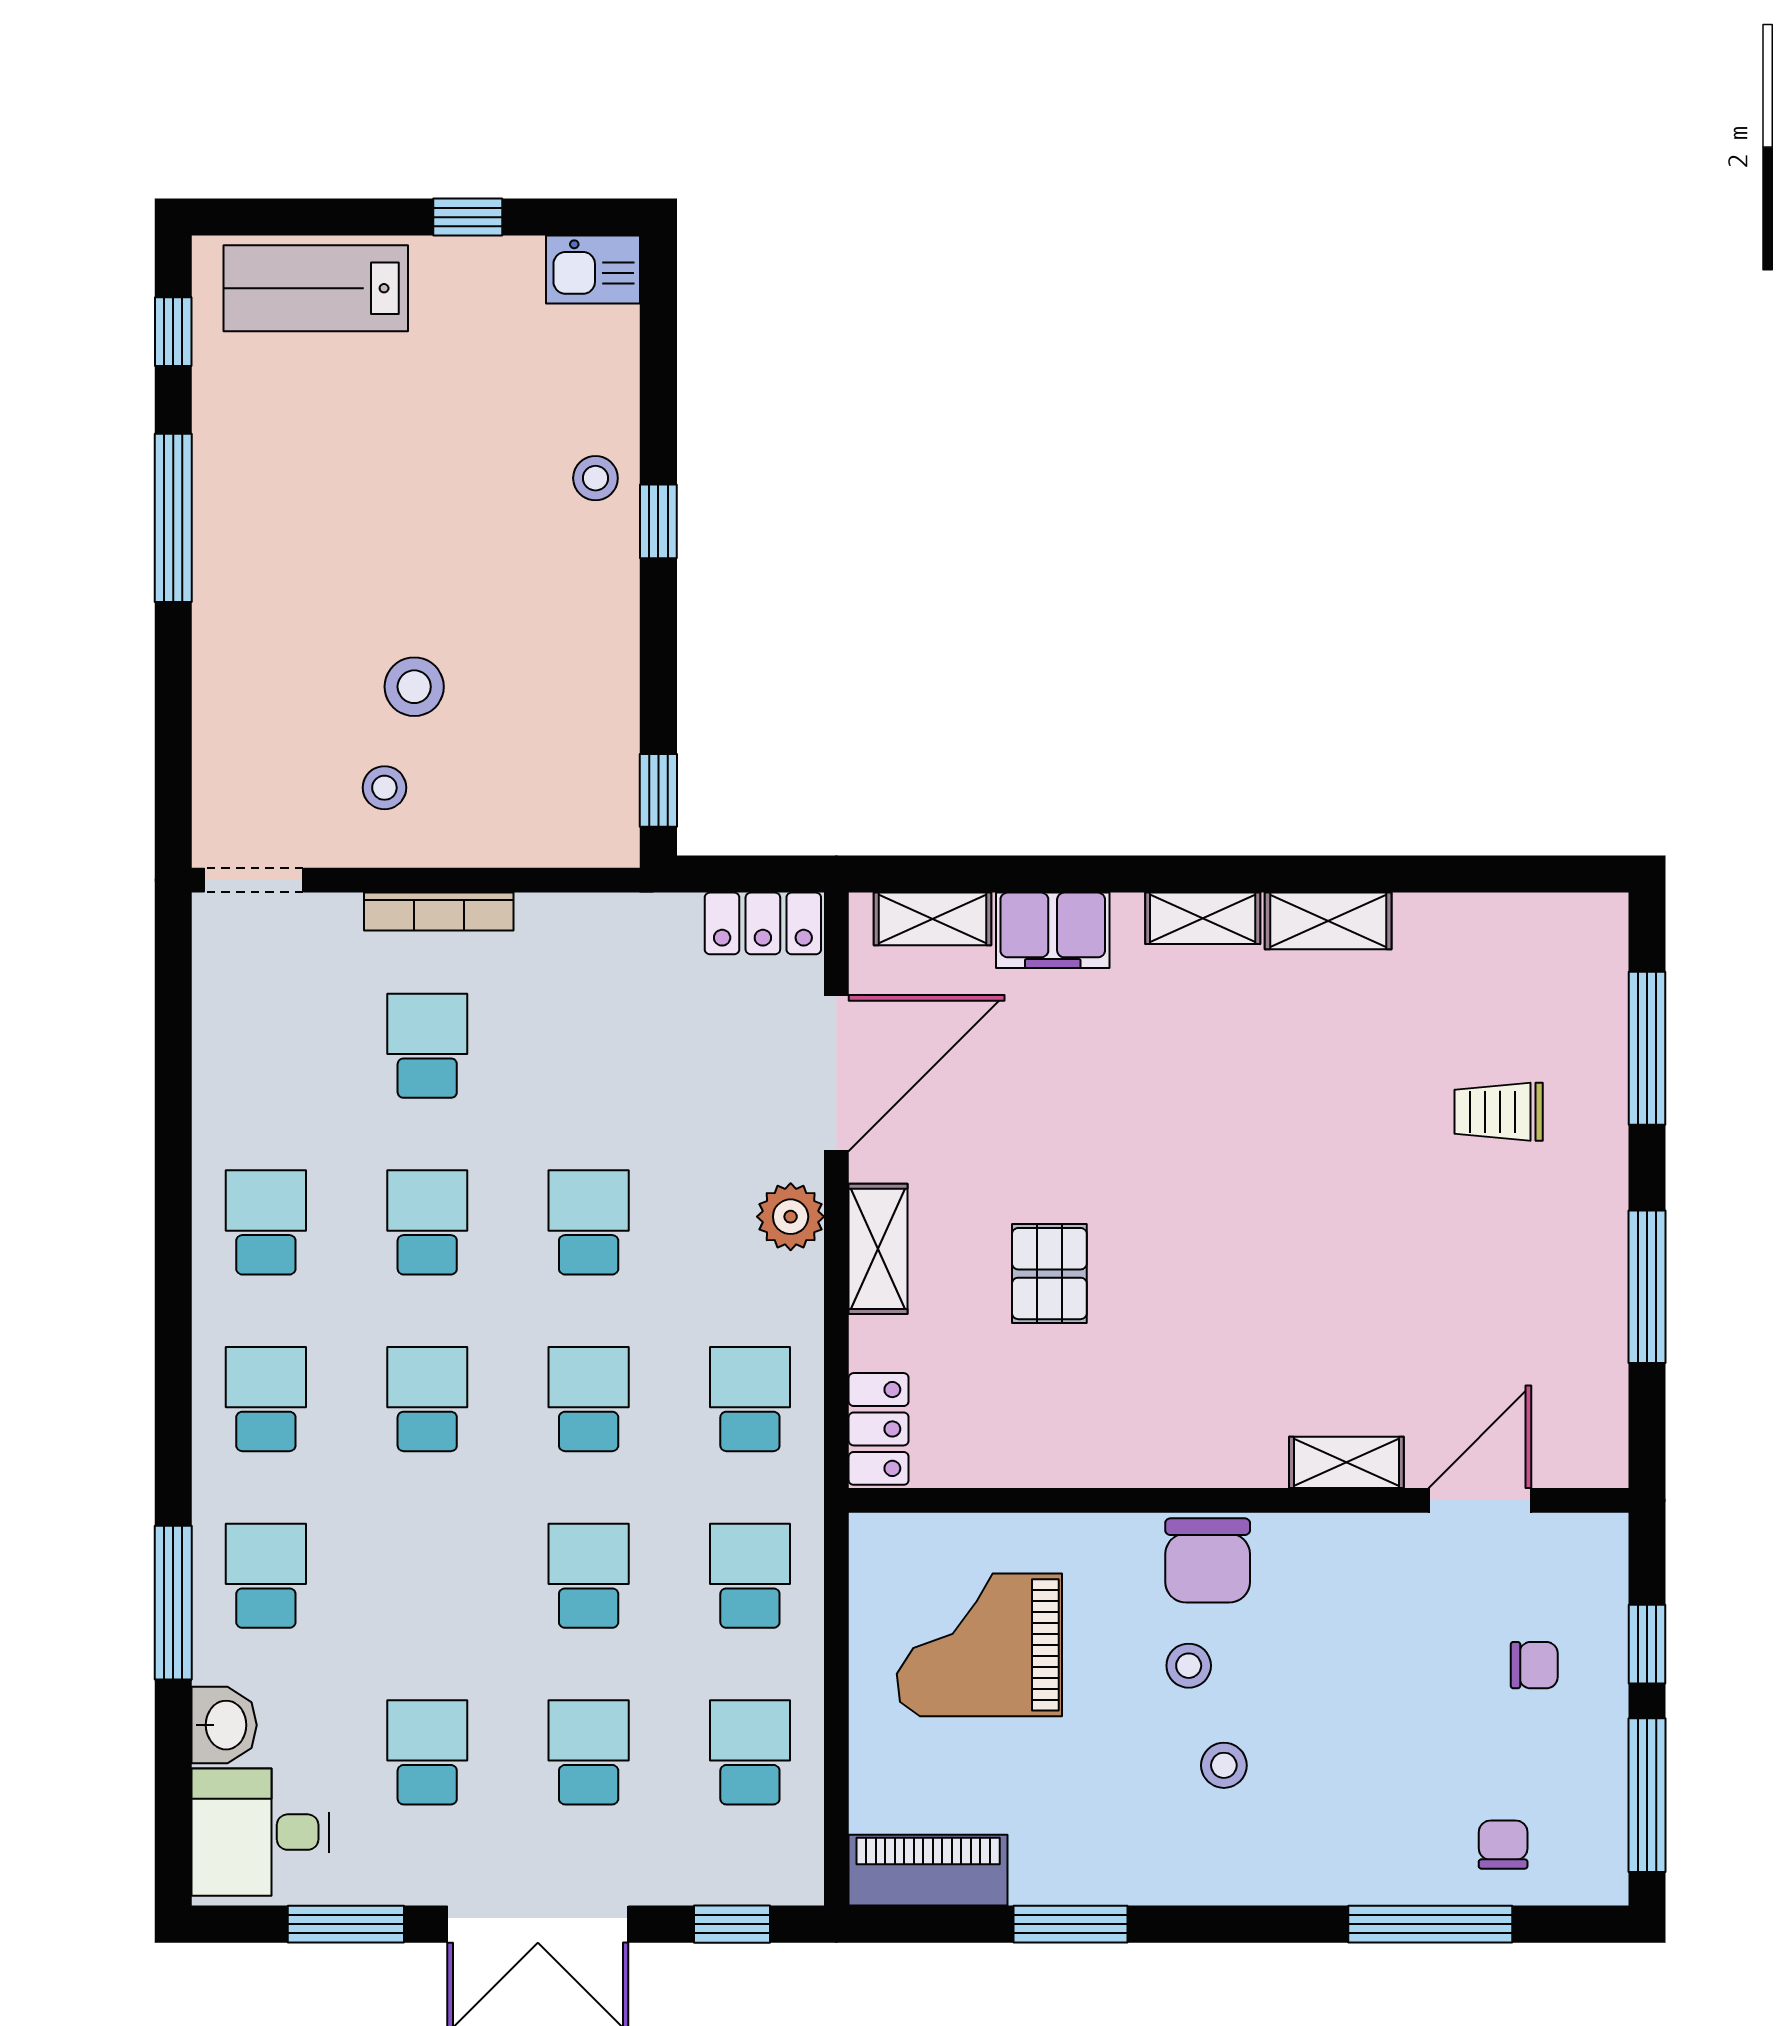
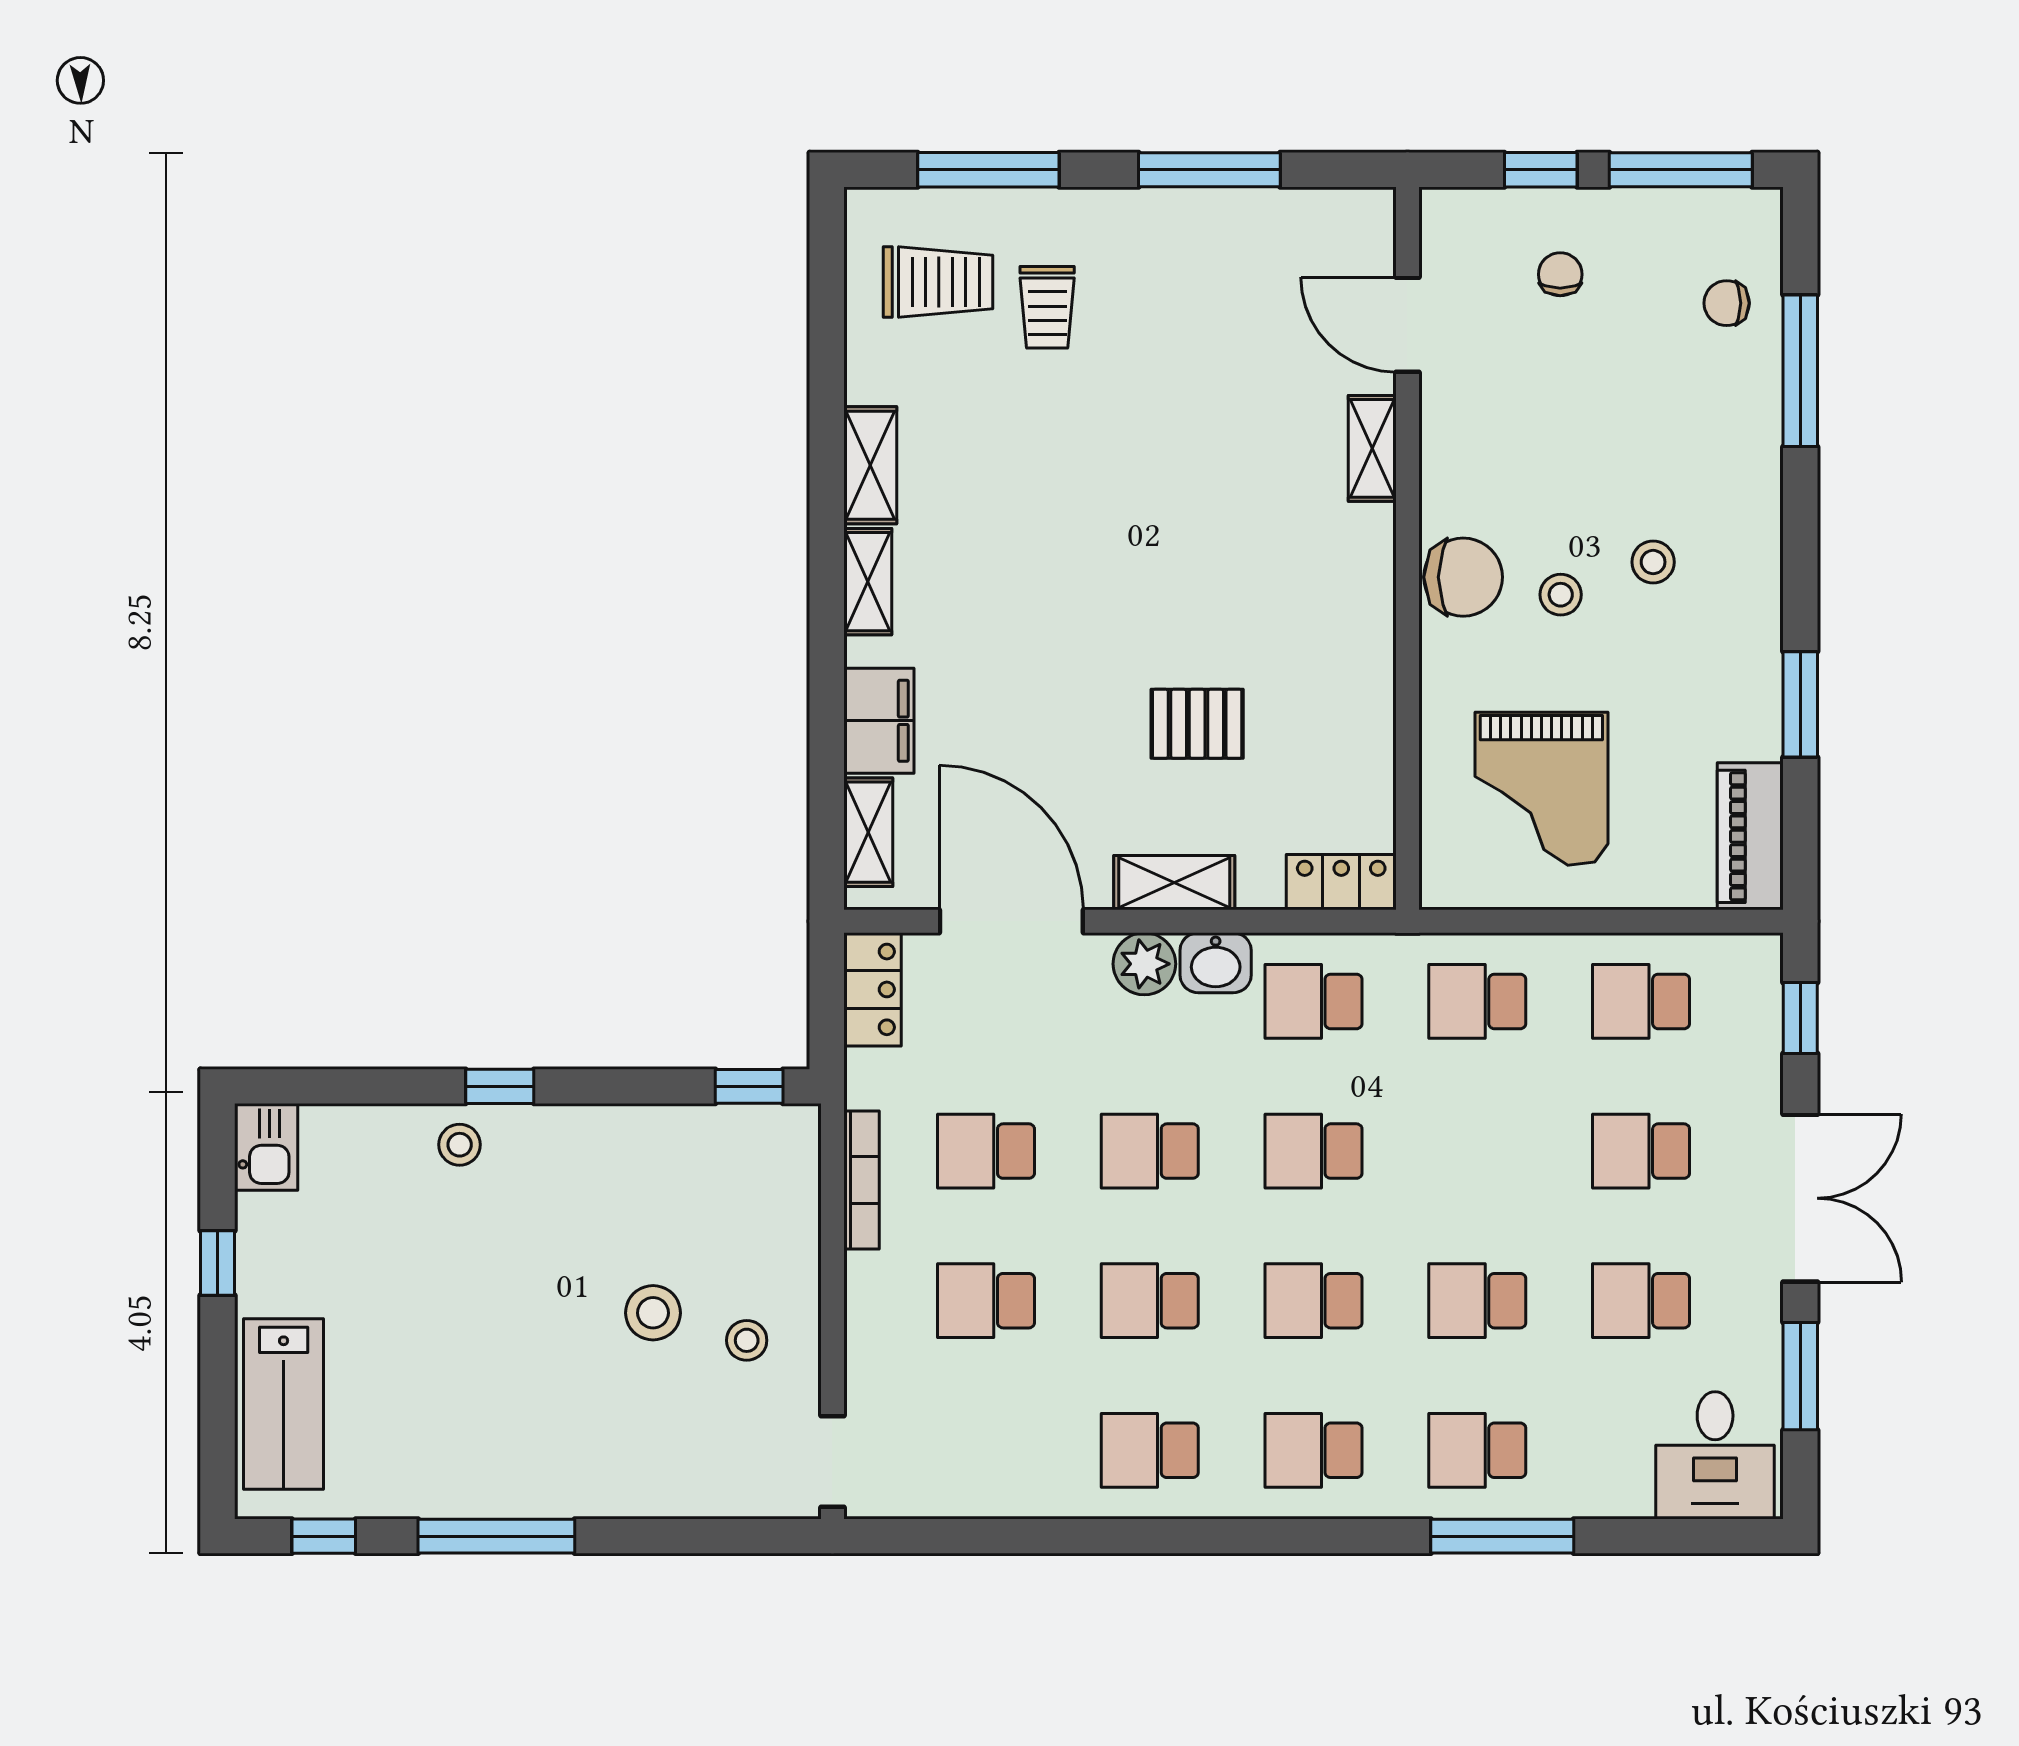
bookcase: (439, 912) -> (862, 1180), moved
trolley: (1526, 994) -> (938, 282), added
school desk: (589, 1046) -> (986, 1151), added
school desk: (589, 1576) -> (1477, 1301), moved
washbasin: (224, 1725) -> (1216, 963), moved, turned 180

